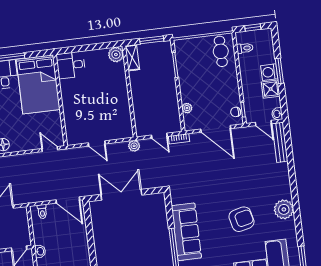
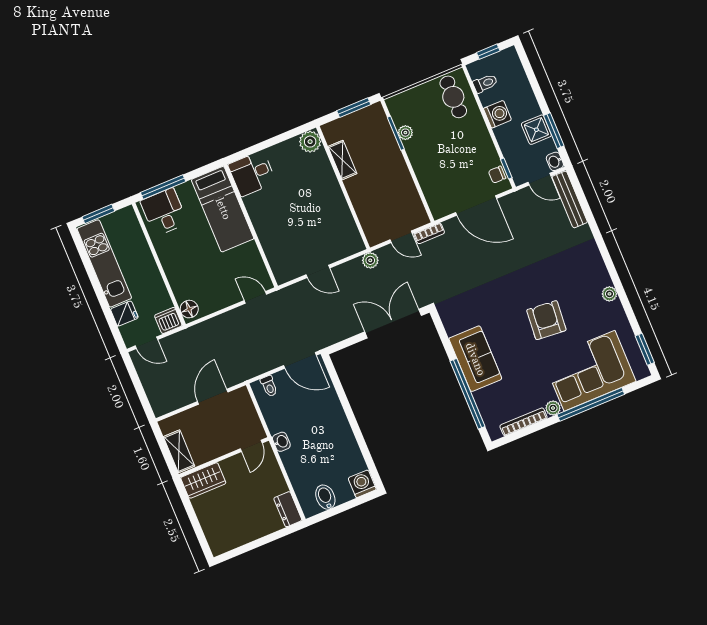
shelving: (132, 58) -> (342, 160), moved
window: (279, 71) -> (554, 131), moved
washing machine: (269, 72) -> (497, 114), moved, turned 180
bed: (38, 84) -> (223, 209), width x0.67
plant: (187, 108) -> (405, 133), moved
double door: (121, 195) -> (393, 324), moved
plant: (284, 209) -> (609, 294), width x0.53, depth x0.53
armchair: (242, 219) -> (546, 320), turned -71
sofa: (186, 232) -> (475, 359), width x0.73

